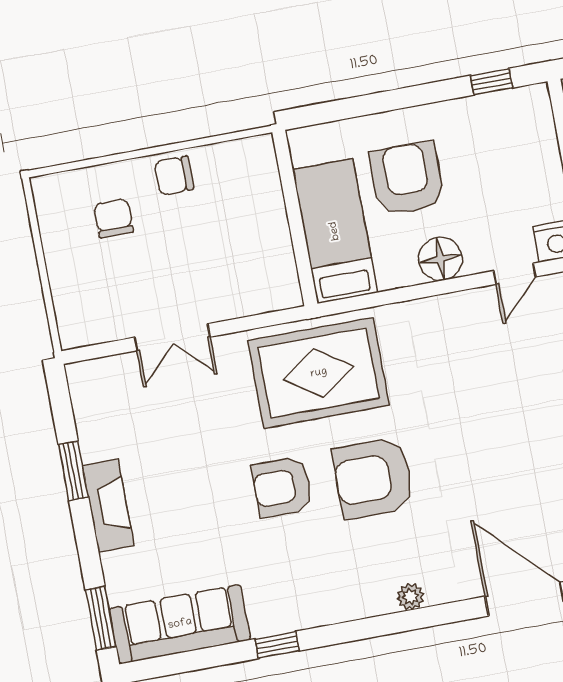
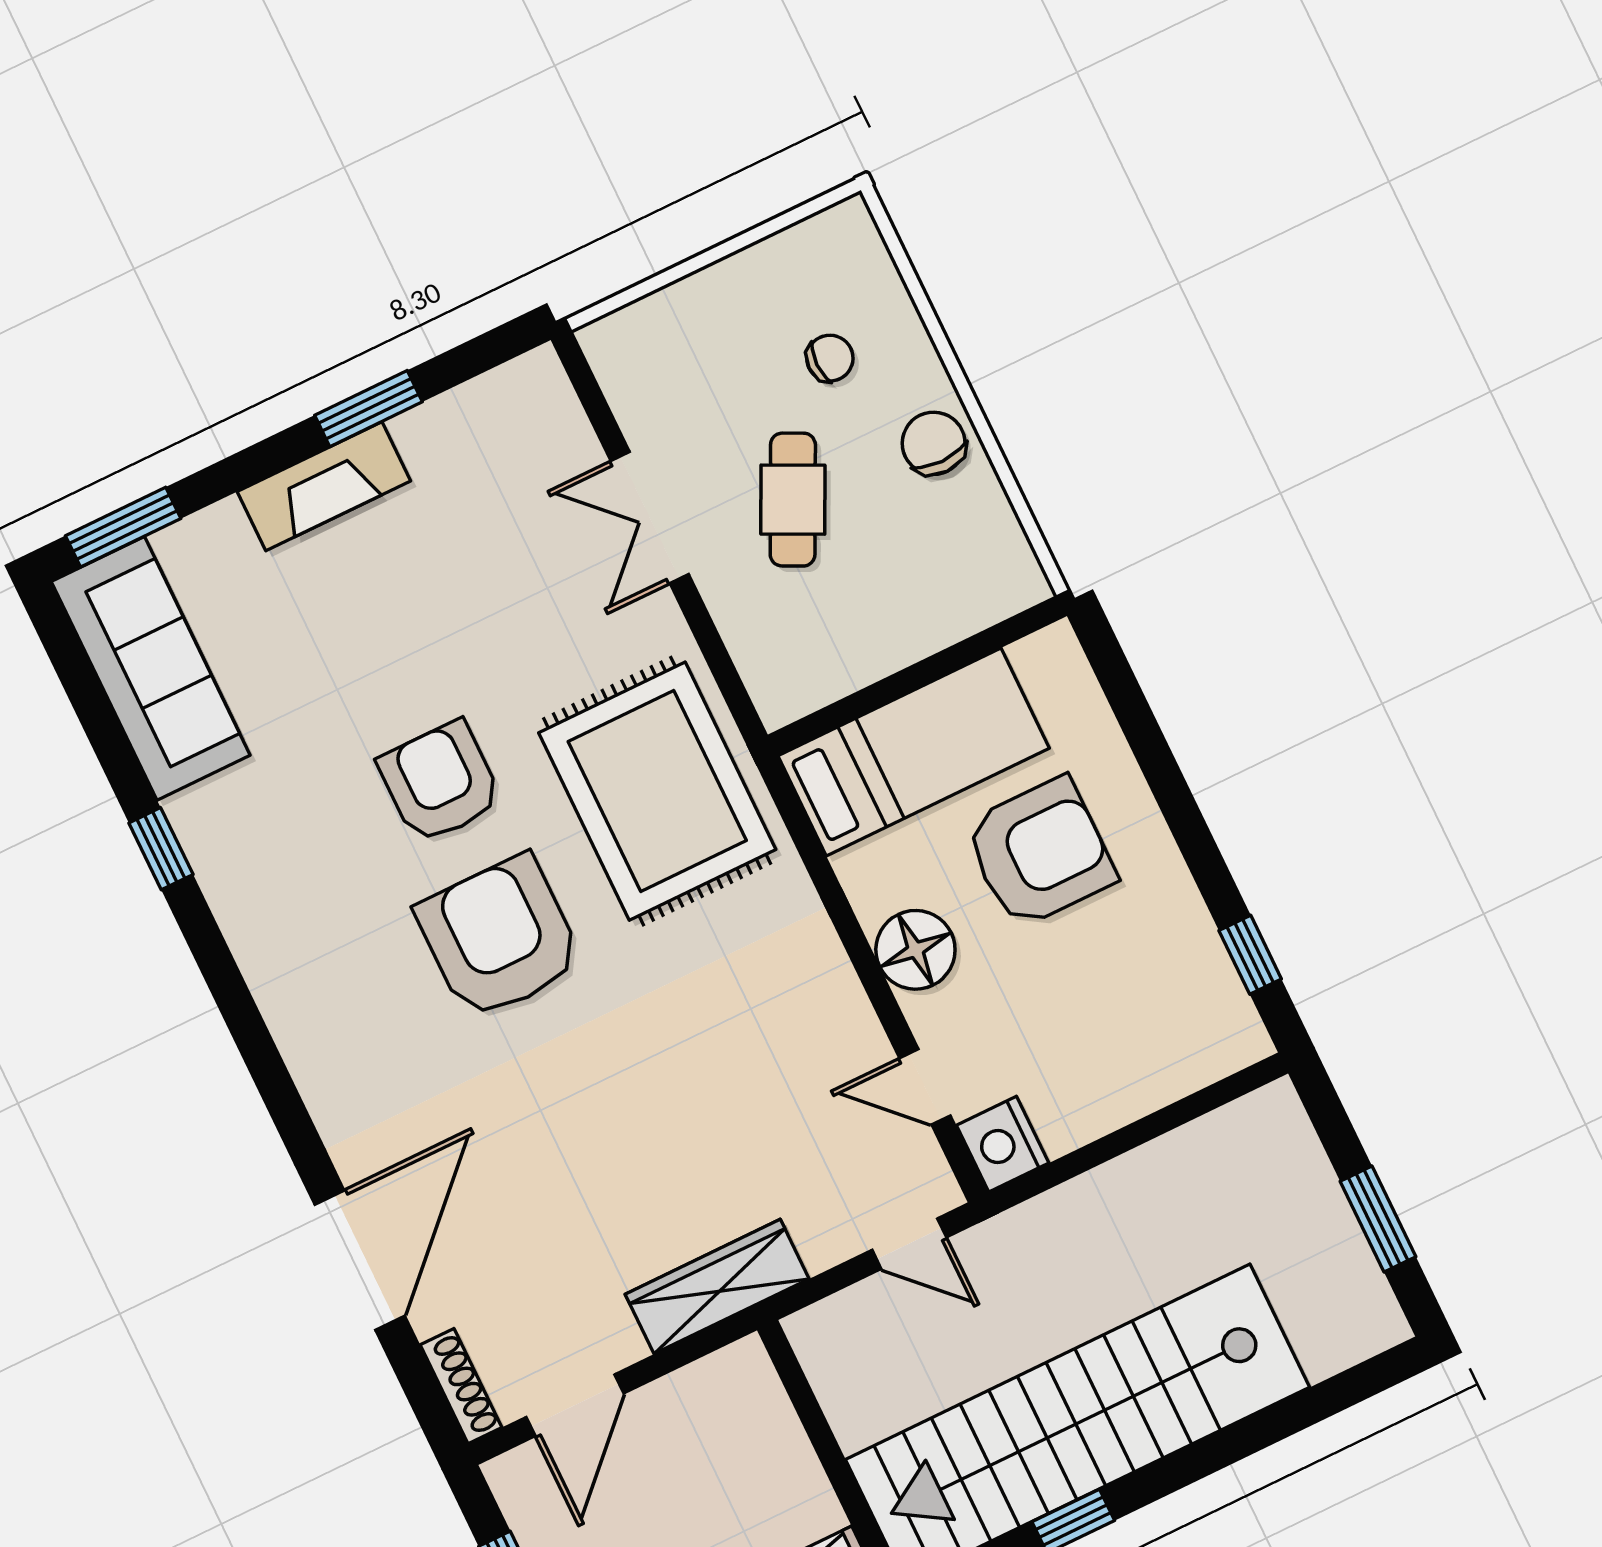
chair: (114, 218) -> (830, 358), width x0.73, depth x0.73
cafe table: (183, 259) -> (793, 500), added
plant: (410, 597) -> (310, 1059), removed

